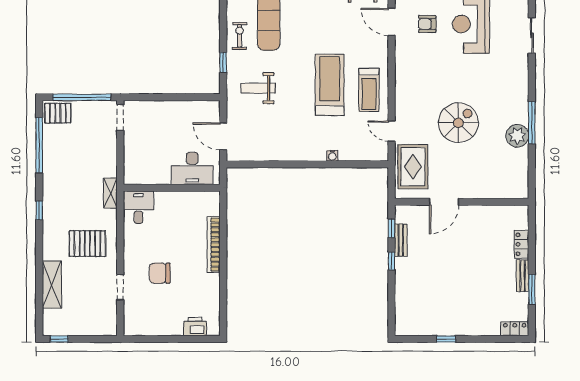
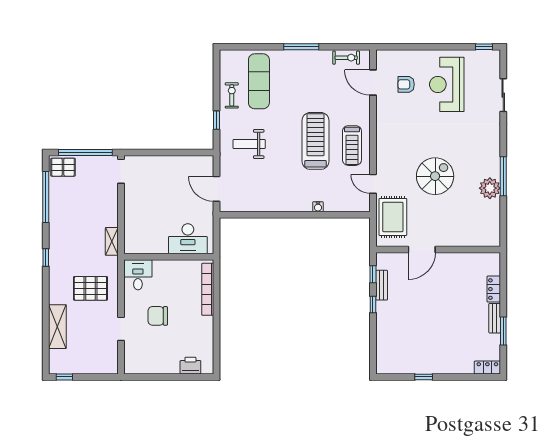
desk: (192, 168) -> (188, 239), moved
wall: (172, 188) -> (169, 257), moved
desk: (138, 207) -> (138, 275), moved

